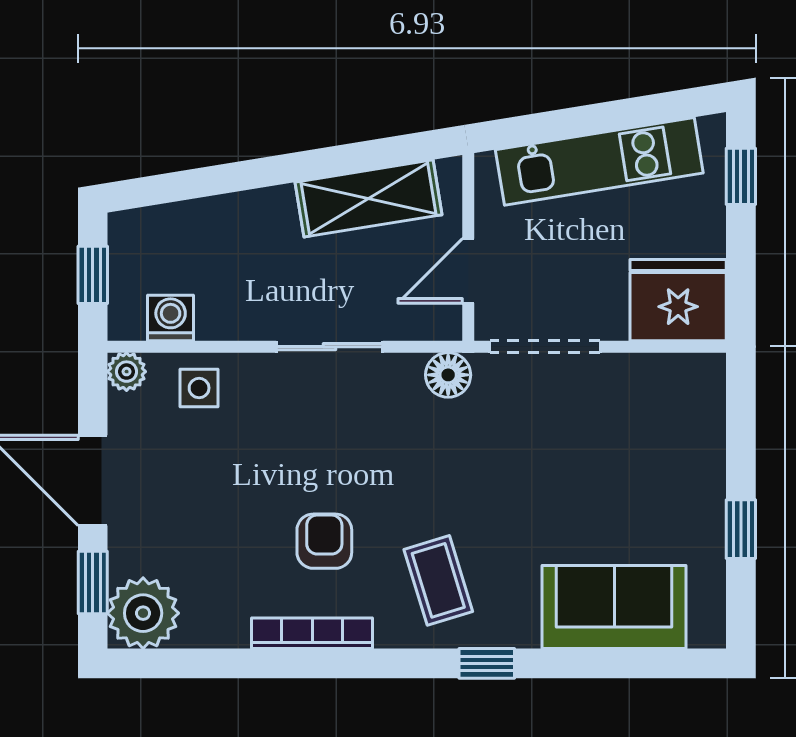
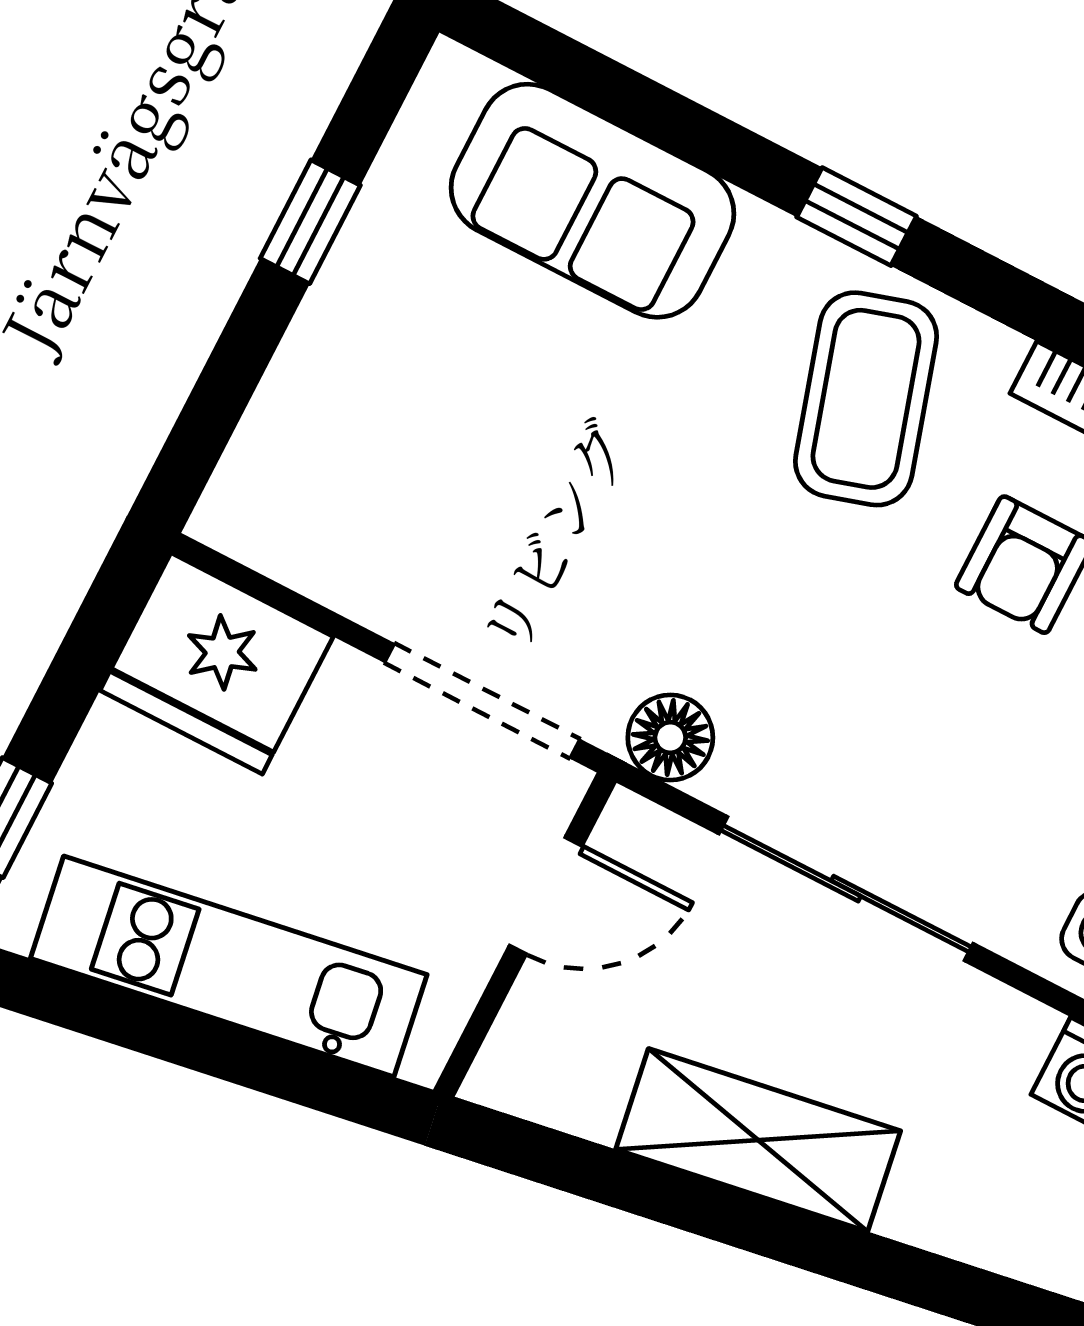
shelving: (369, 198) -> (758, 1140), moved
sliding door: (330, 347) -> (846, 889), width x1.37
coffee table: (438, 580) -> (866, 399), width x1.36, depth x1.30

